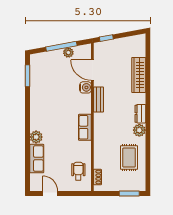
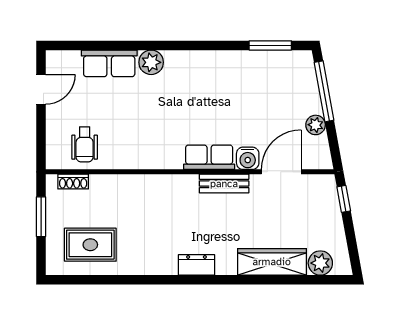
window: (61, 46) -> (324, 91), moved
row of seats: (85, 127) -> (209, 157), moved
plant: (139, 130) -> (320, 263), moved
rug: (129, 158) -> (90, 245), moved
wheelchair: (78, 171) -> (85, 144), turned 90
window: (129, 194) -> (41, 217), moved

